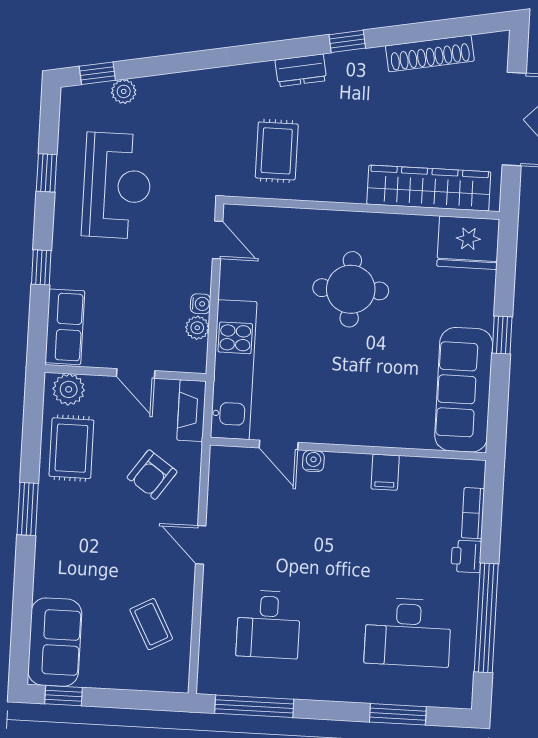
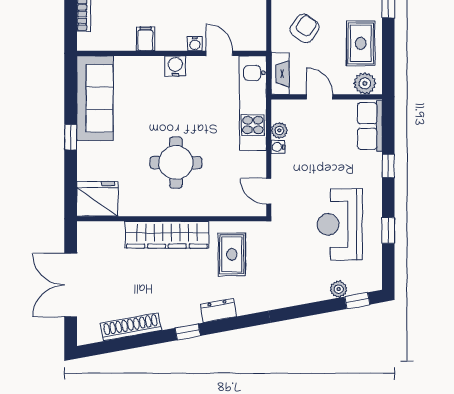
wardrobe: (429, 188) -> (167, 235), moved
water cooler: (344, 430) -> (175, 66), added

